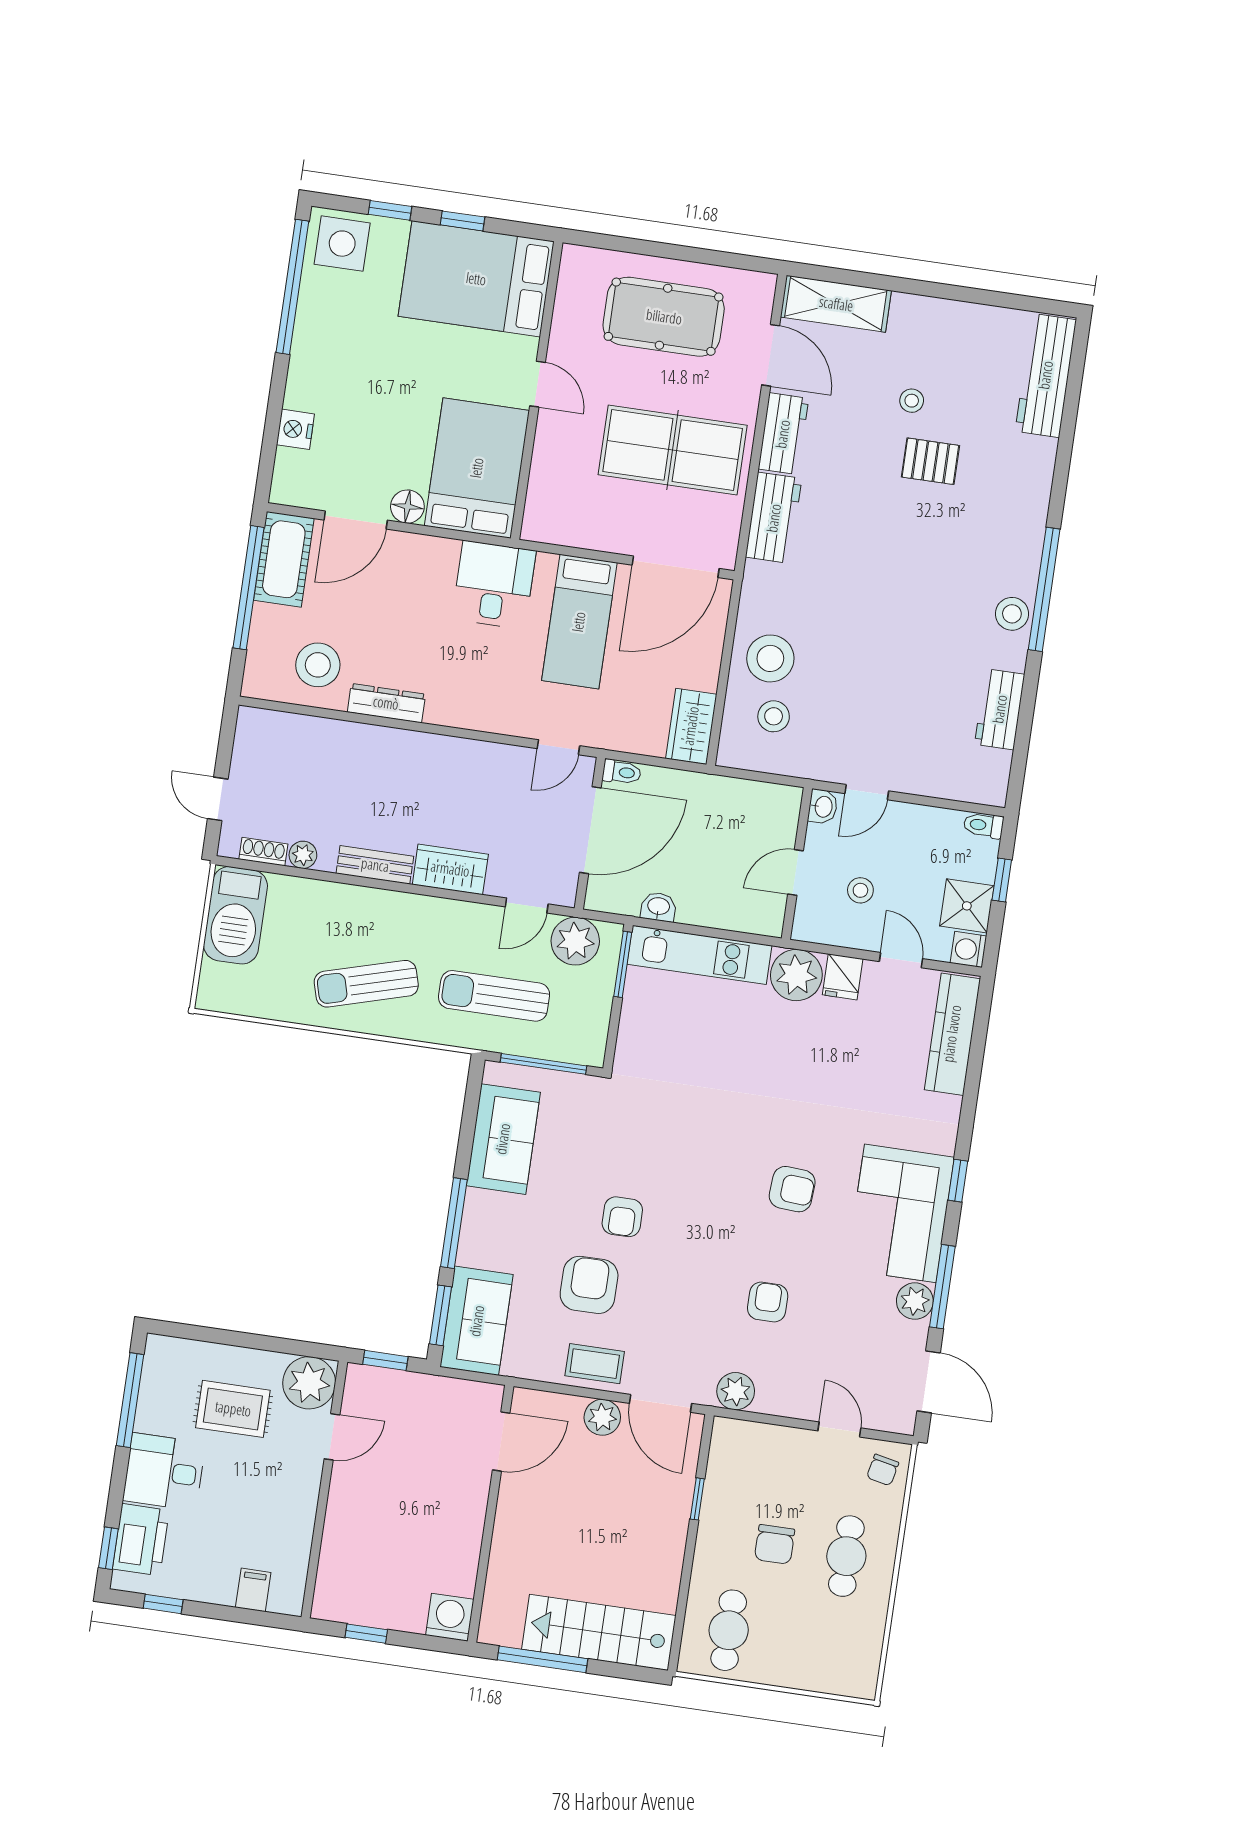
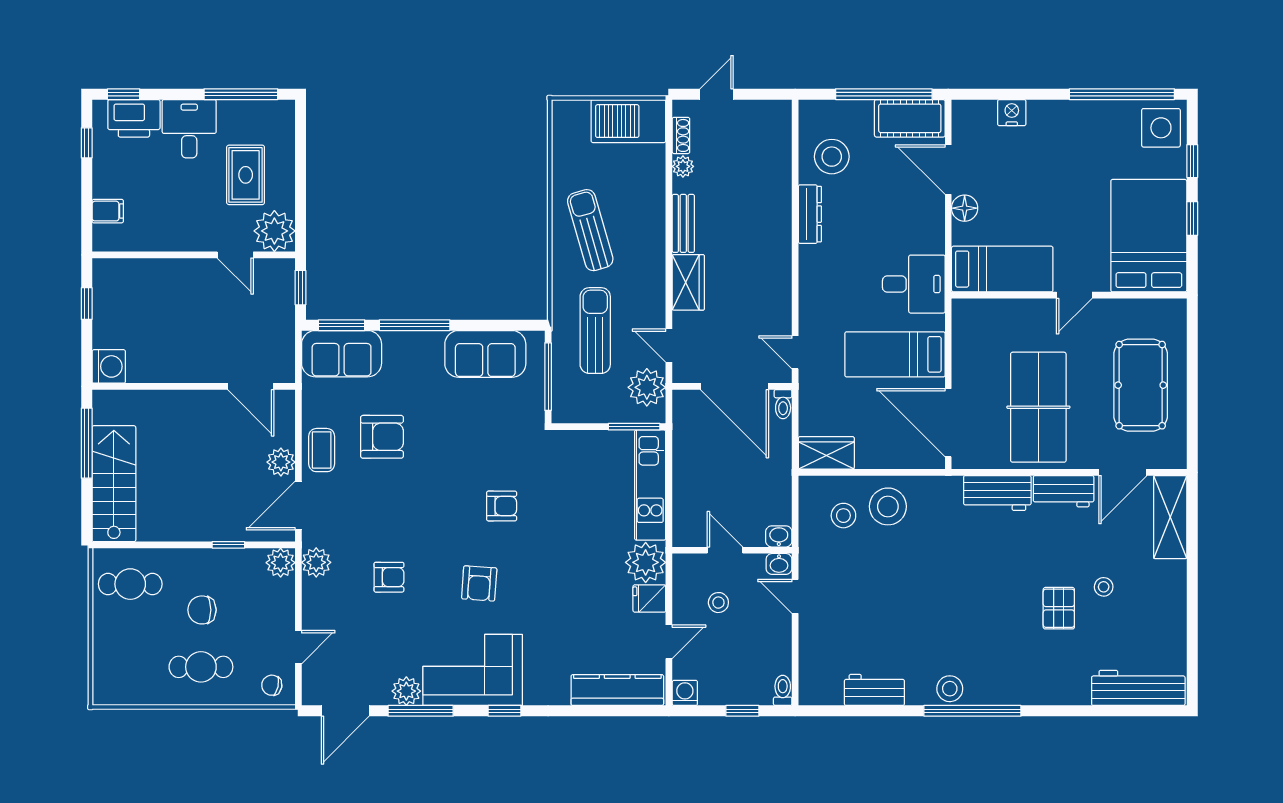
bed: (477, 468) -> (1002, 269), width x0.67
shower: (967, 906) -> (718, 687), removed
washbasin: (658, 907) -> (779, 536), moved, turned -90
armchair: (622, 1217) -> (502, 506), moved, turned 180
plant: (729, 1436) -> (281, 563), added

